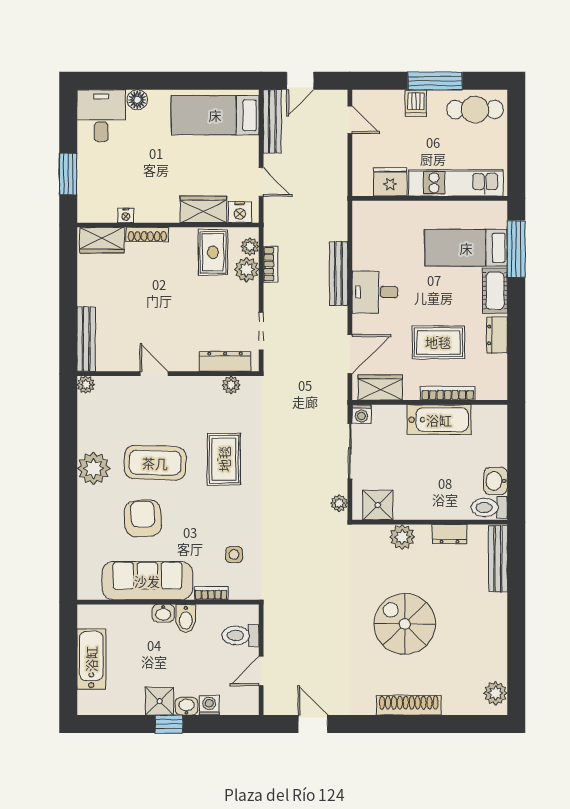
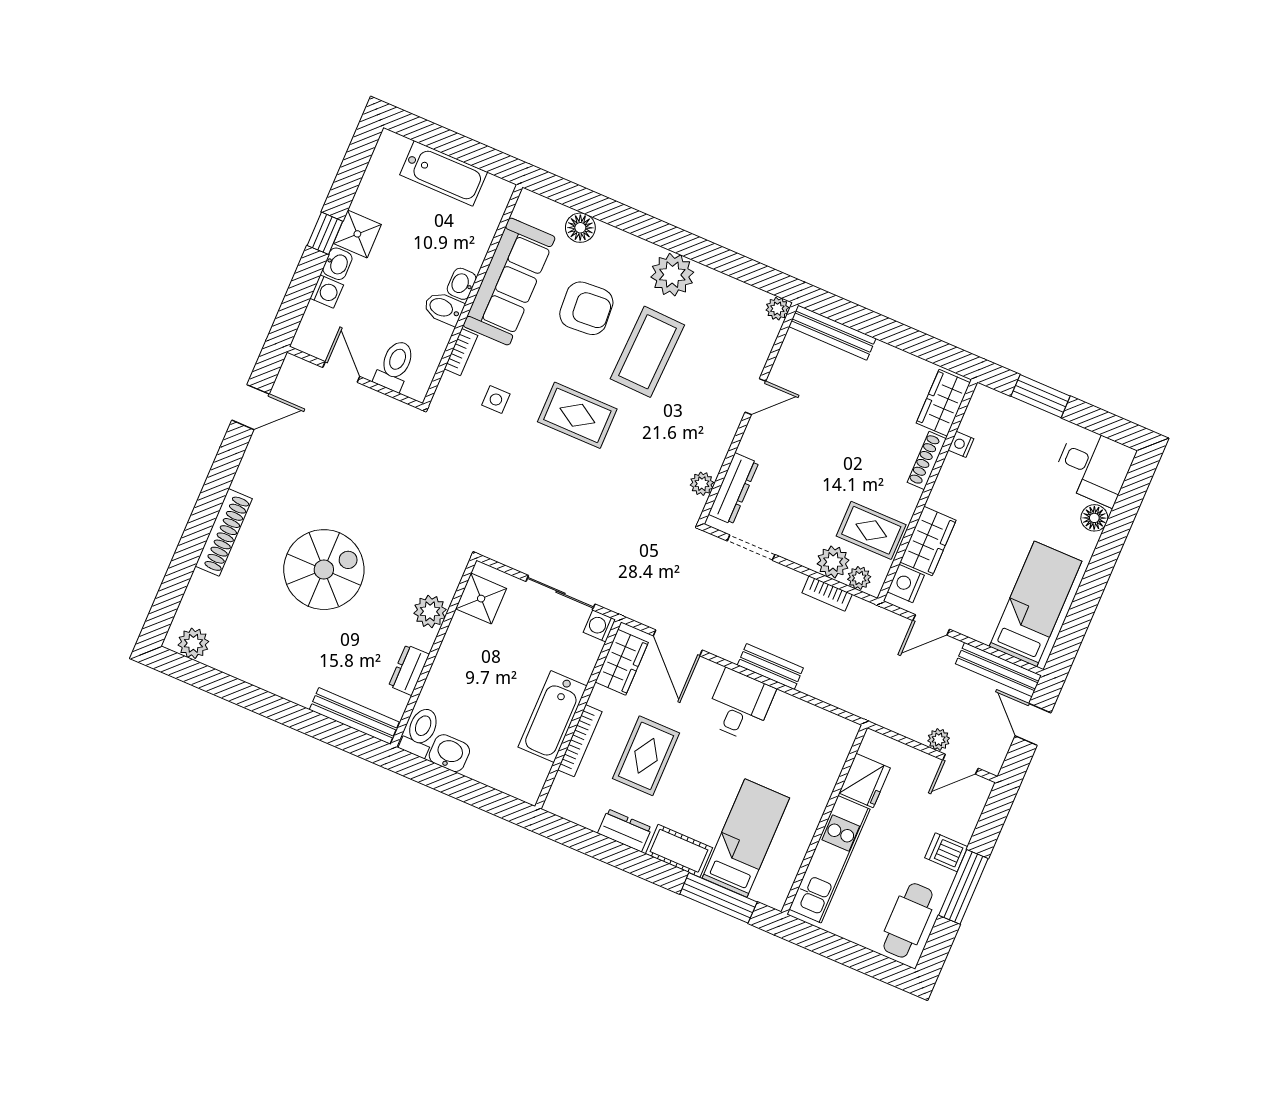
bench: (339, 274) -> (770, 667), width x0.73
rug: (224, 459) -> (577, 415), moved
plant: (339, 503) -> (939, 740), moved
floor lamp: (88, 547) -> (580, 228), added

